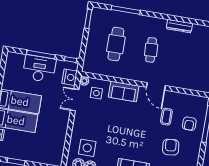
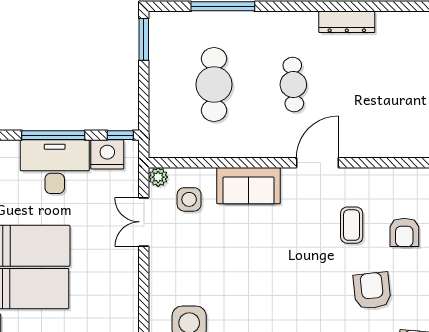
nightstand: (70, 77) -> (107, 154), moved, turned -90
door: (156, 86) -> (317, 163), swing flipped

